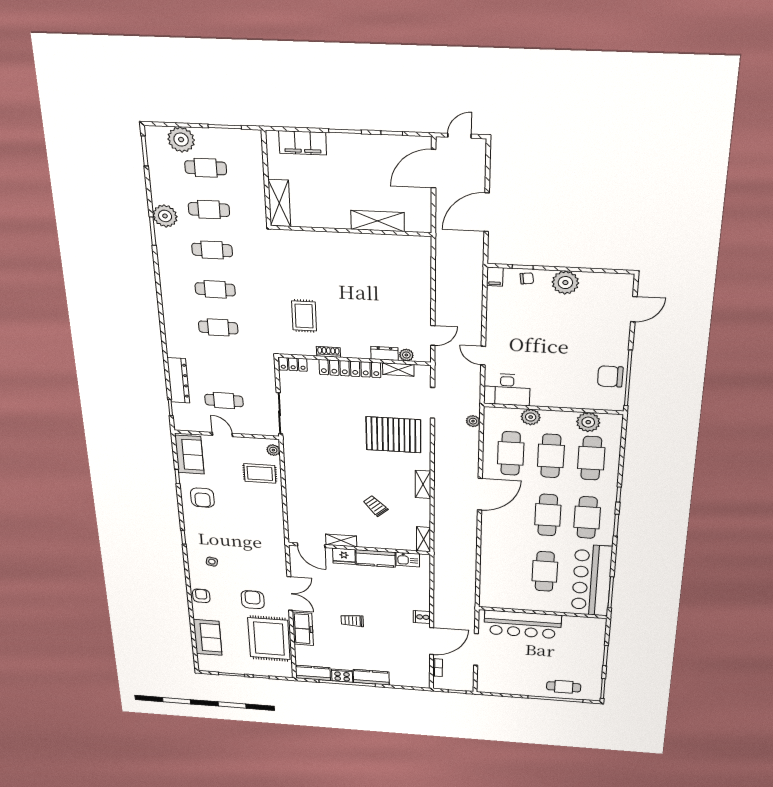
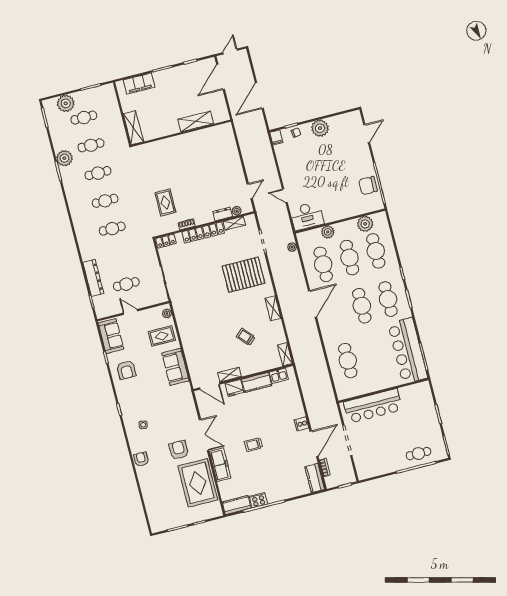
cafe table: (545, 571) -> (348, 361), moved
sofa: (208, 637) -> (175, 367), moved, turned 180
kitchen counter: (371, 677) -> (315, 478), moved, turned -90

